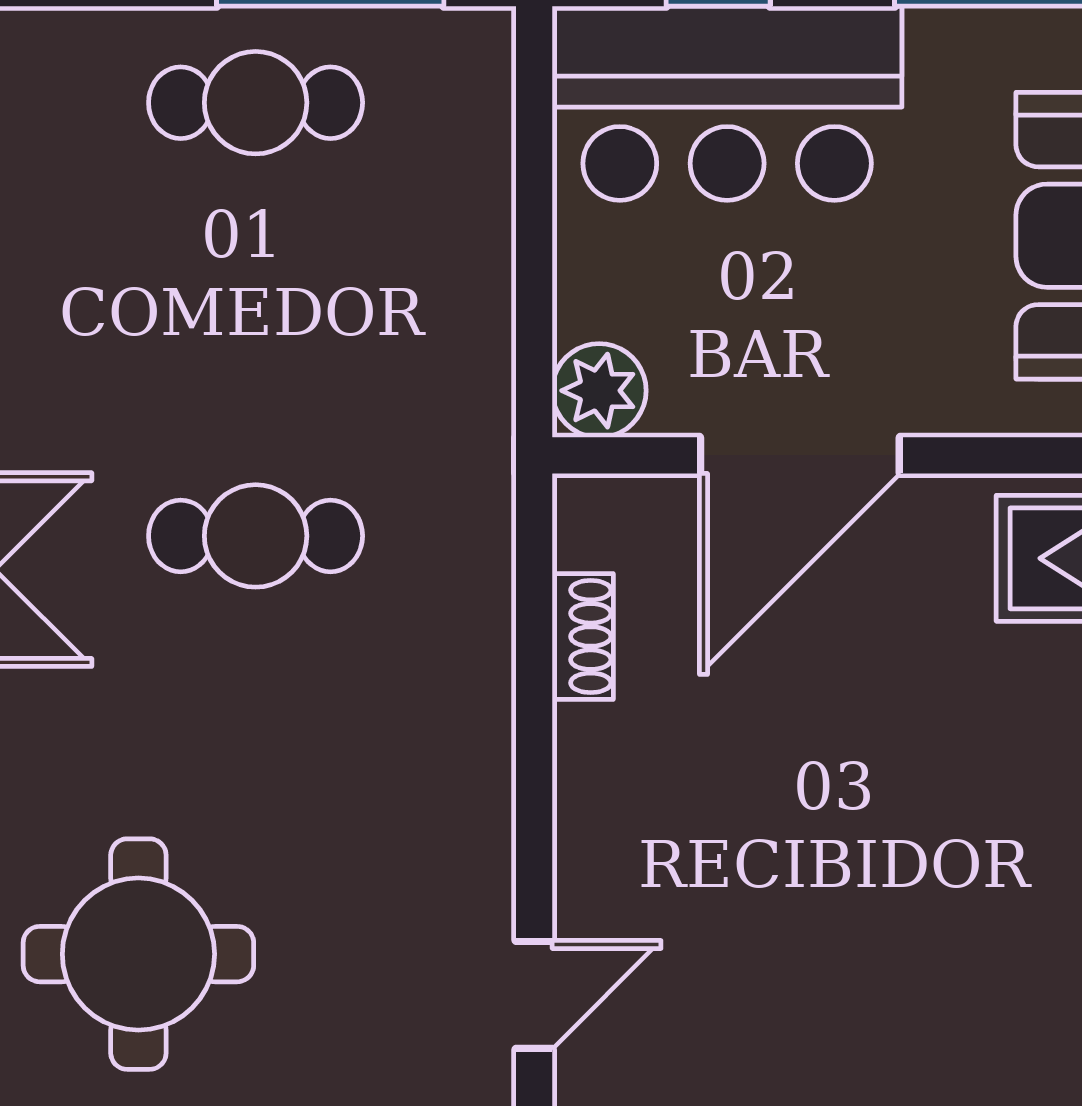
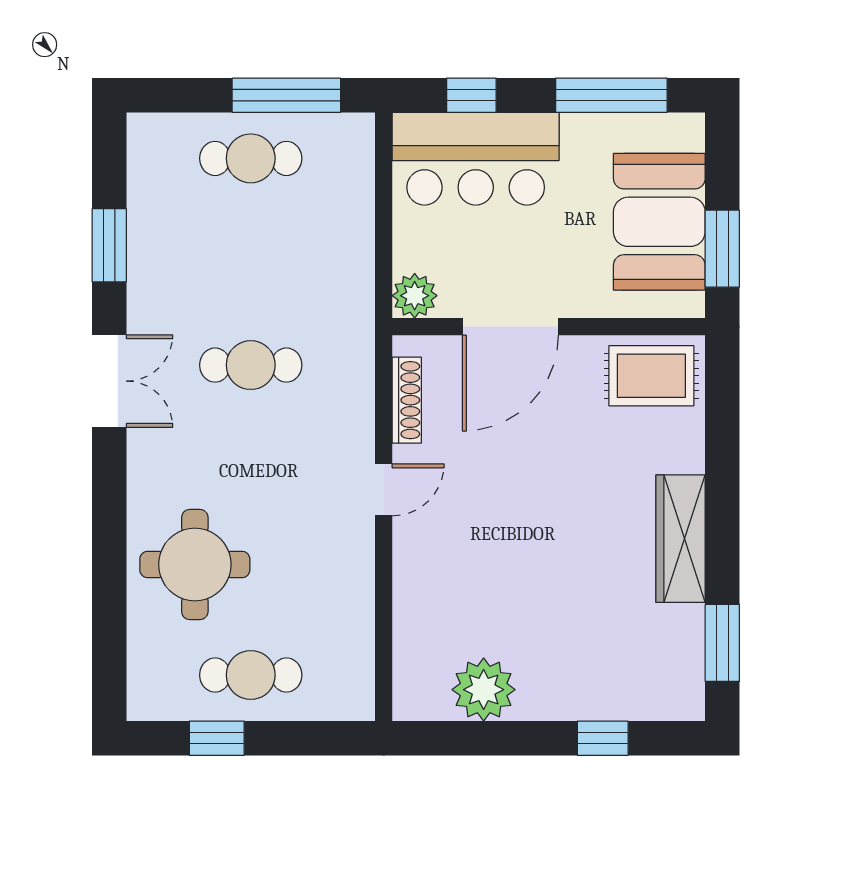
shoe rack: (583, 637) -> (407, 400), width x1.43
door: (534, 995) -> (384, 490), moved

